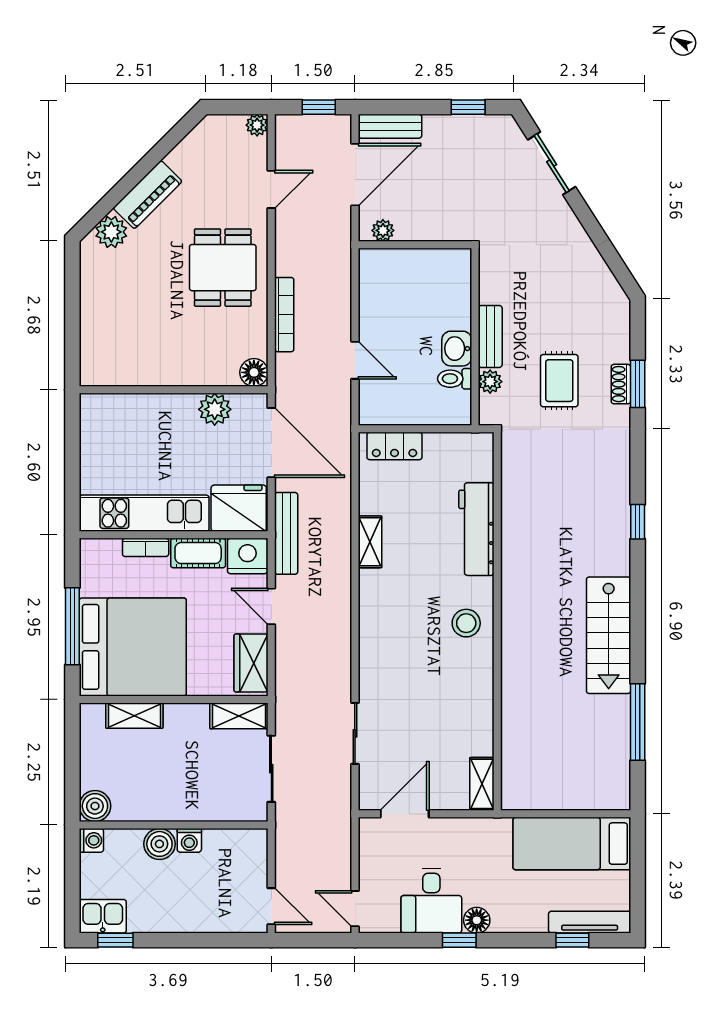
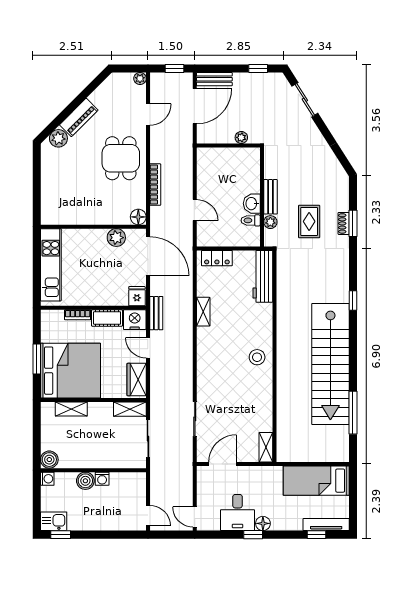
plant: (383, 230) -> (241, 137), moved
fridge: (239, 508) -> (137, 296), width x0.53, depth x0.75
kitchen unit: (144, 513) -> (51, 265), moved, turned 90
workbench: (476, 529) -> (263, 276), moved
bench: (286, 533) -> (156, 313), width x0.73
window: (72, 626) -> (37, 359), width x0.69
stairs: (609, 635) -> (330, 364), width x1.86, depth x1.51

